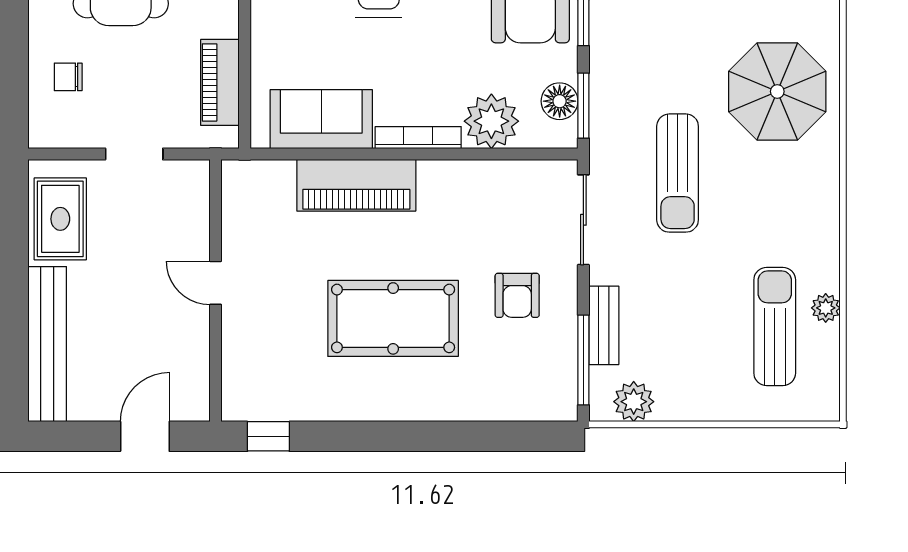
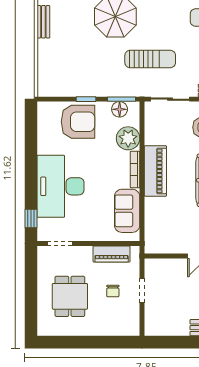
chair: (68, 77) -> (113, 291), moved
piano: (356, 185) -> (155, 171), moved
rug: (60, 219) -> (170, 322), removed

